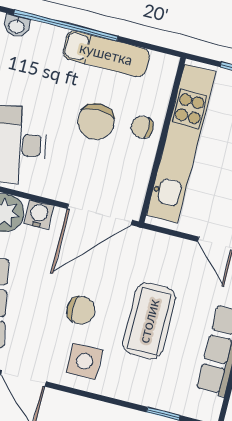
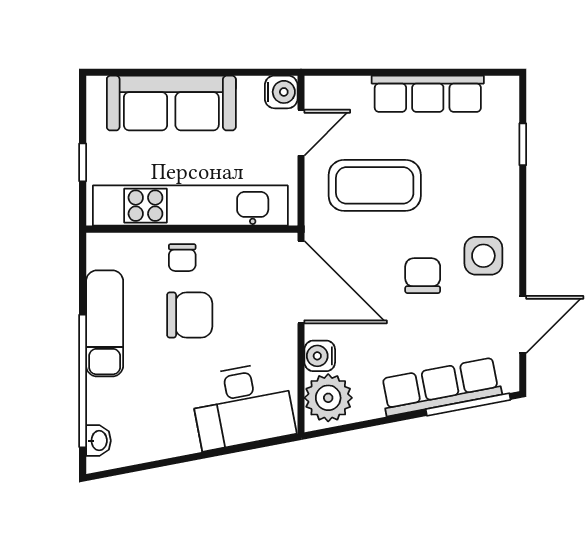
coffee table: (149, 321) -> (375, 185), moved

